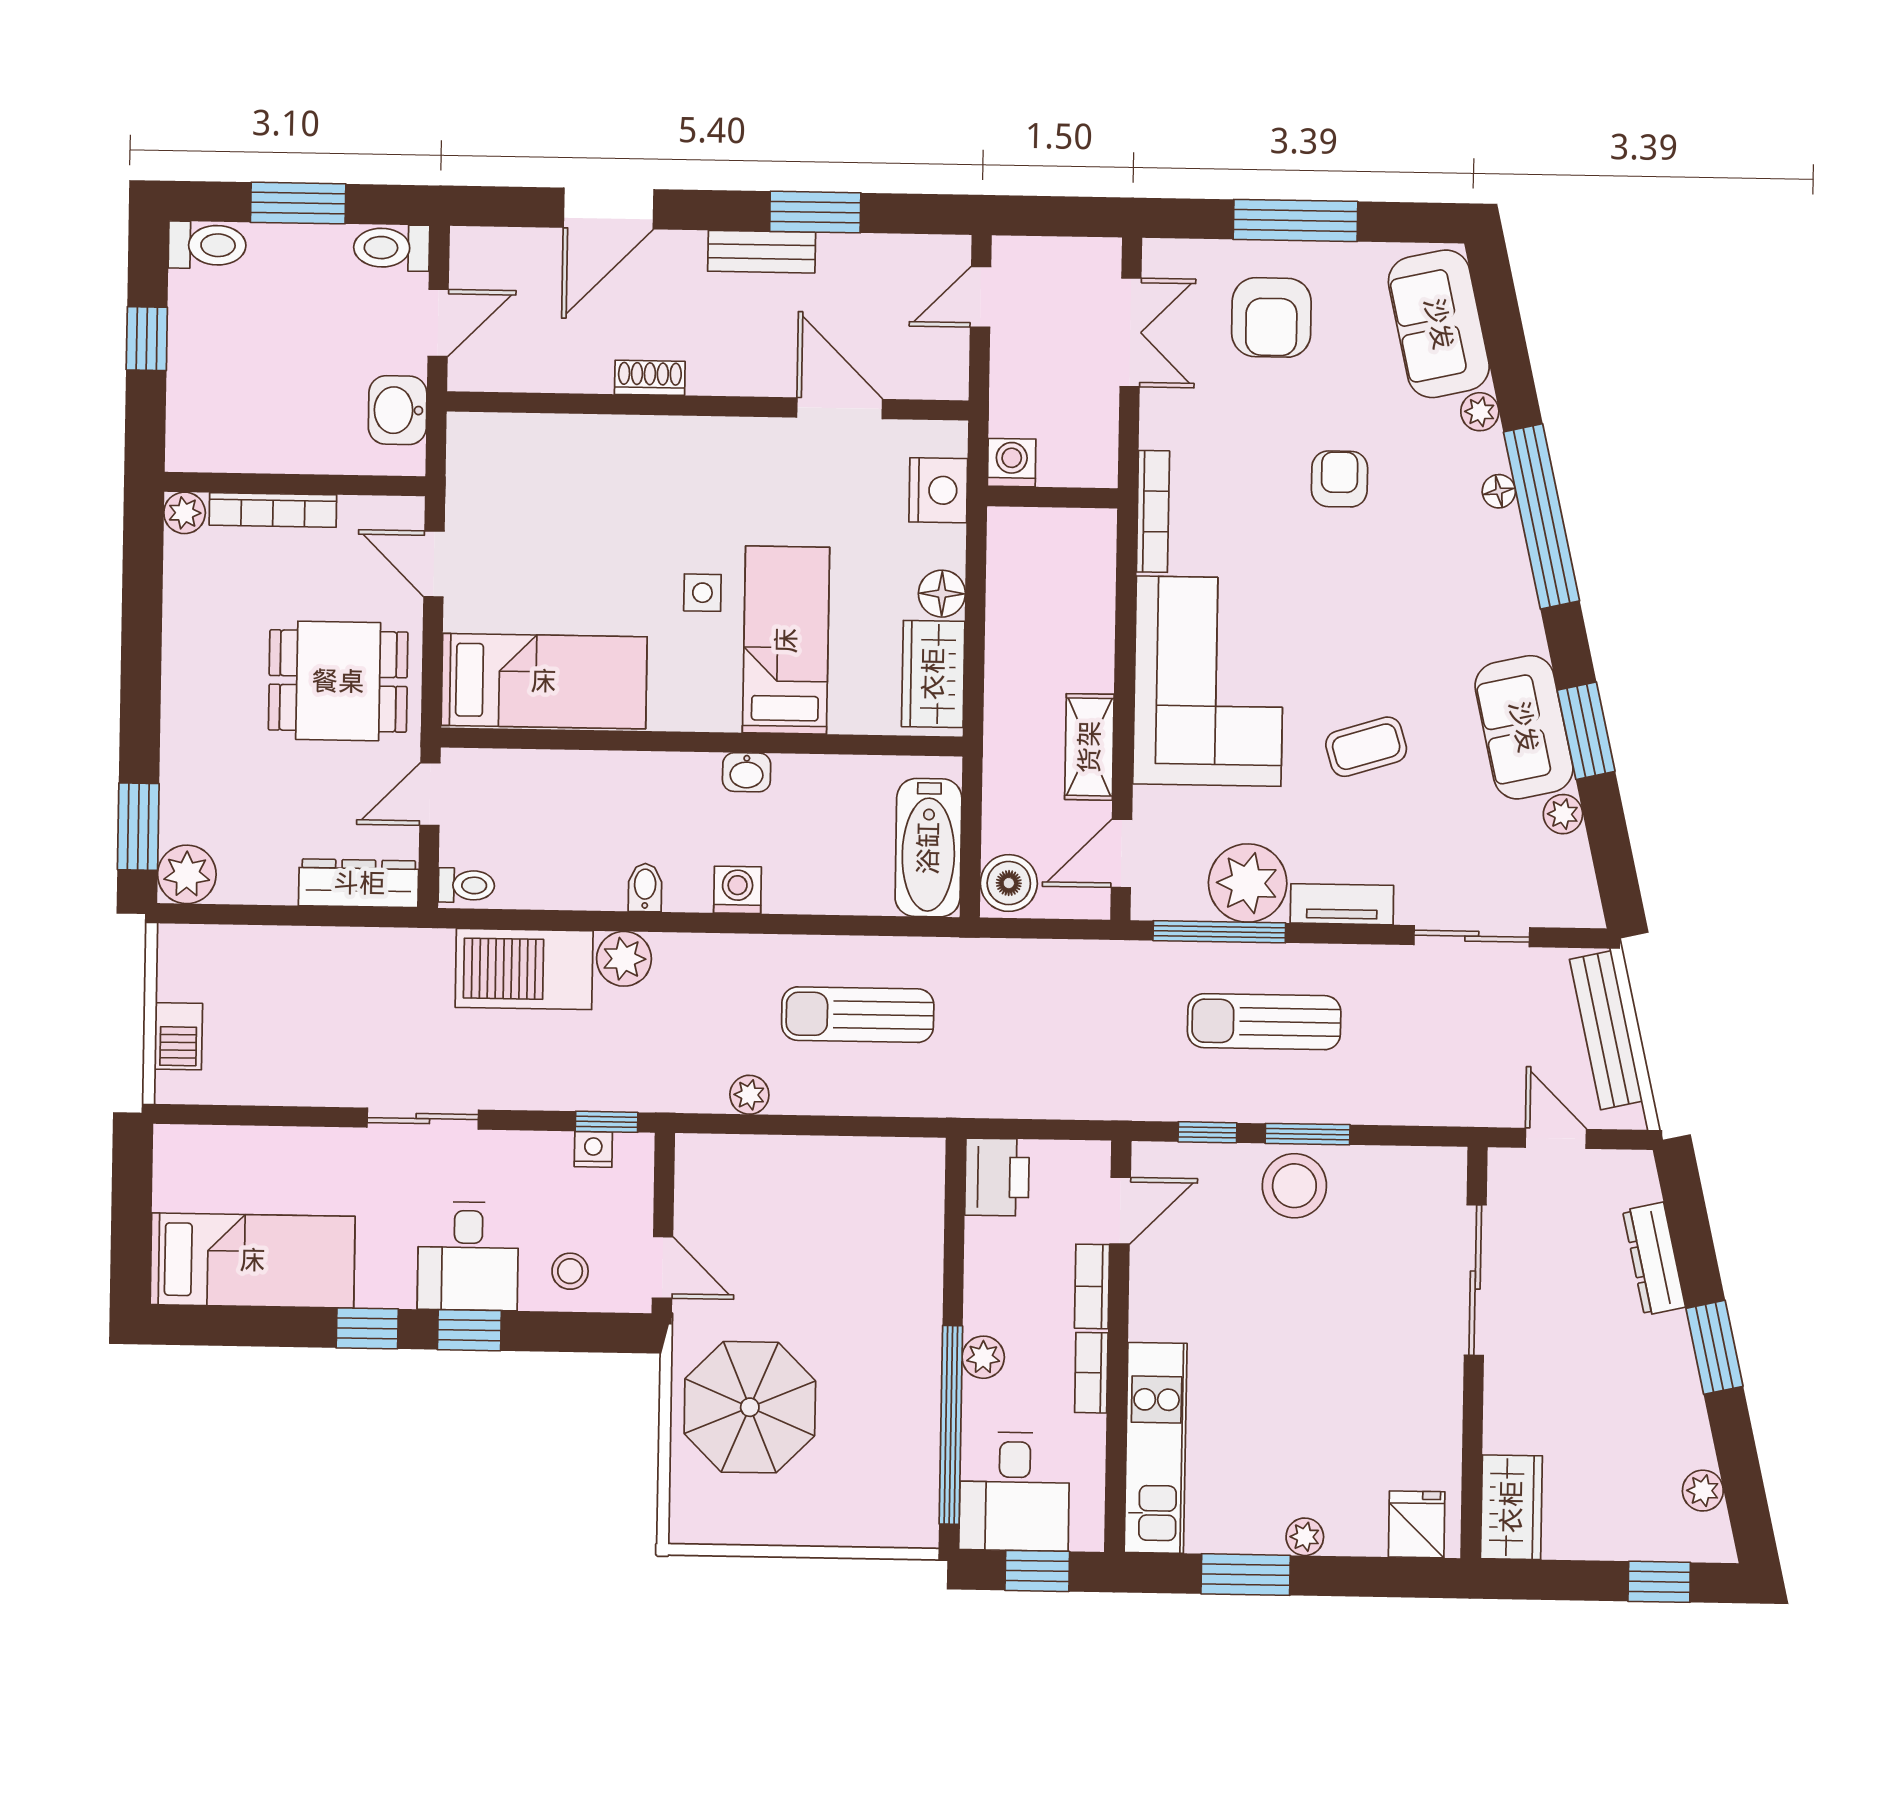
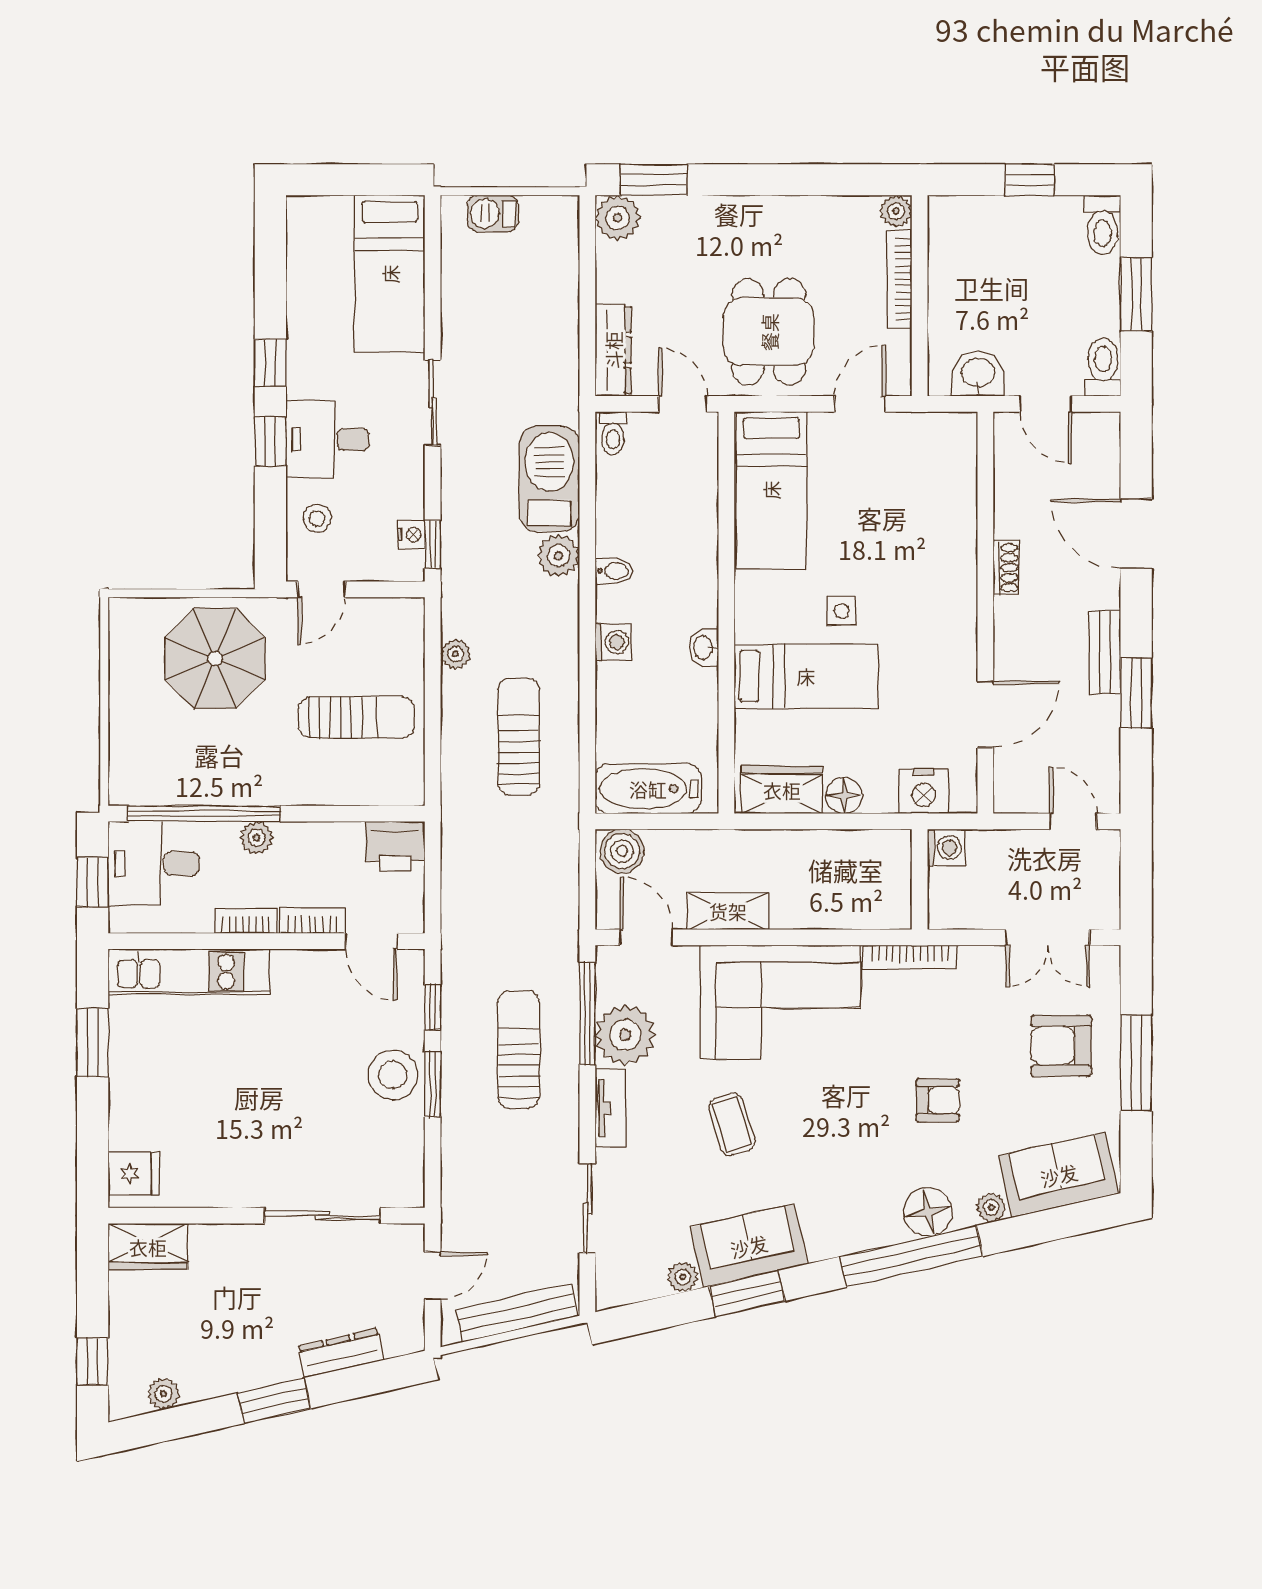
floor lamp: (1499, 491) -> (928, 1212), width x1.89, depth x1.89
sun lounger: (829, 1225) -> (356, 717), added
bed: (253, 1260) -> (390, 274), moved
plant: (1305, 1537) -> (122, 1088), removed

